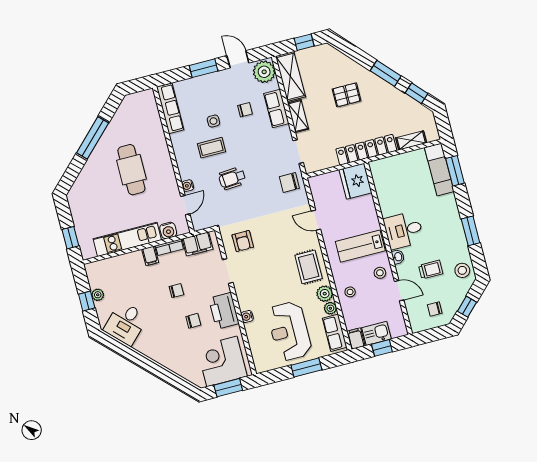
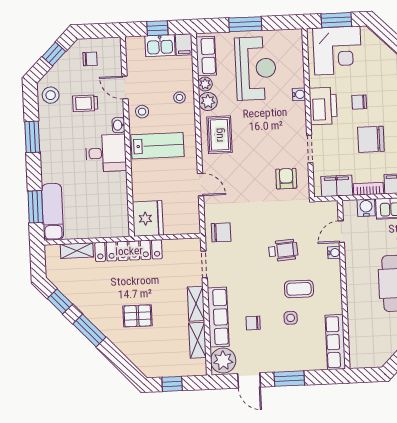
shelving: (290, 76) -> (197, 340), width x0.67, depth x0.75
row of seats: (276, 109) -> (218, 317), width x1.48
chair: (176, 291) -> (371, 139), width x1.87, depth x1.87

